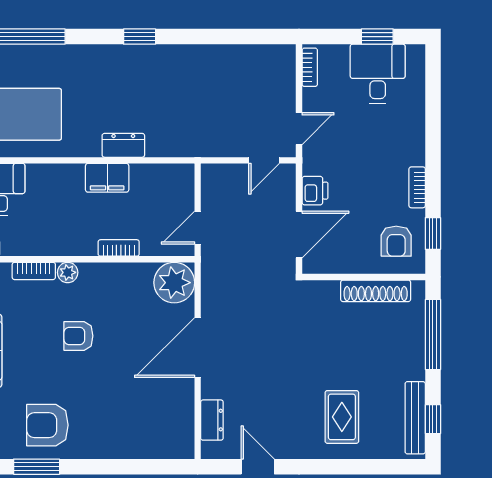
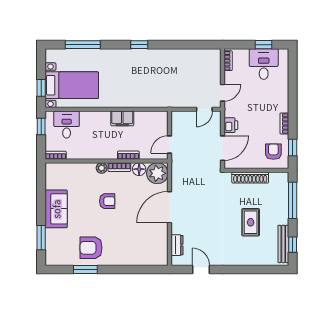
dresser: (123, 145) -> (131, 101), removed
armchair: (396, 241) -> (273, 152), turned 180
bookcase: (34, 271) -> (119, 167), moved
floor lamp: (139, 275) -> (139, 169), added
shoe rack: (376, 291) -> (250, 178), moved
armchair: (78, 336) -> (107, 201), turned 180
rug: (342, 417) -> (251, 222), moved

